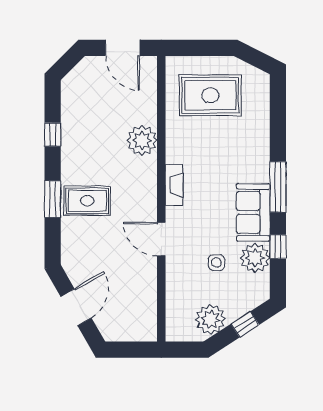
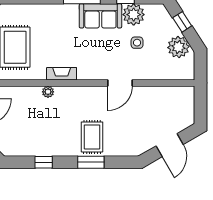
plant: (142, 140) -> (48, 92), width x0.53, depth x0.53
fireplace: (174, 185) -> (62, 74), moved
door: (76, 307) -> (170, 145), swing flipped

